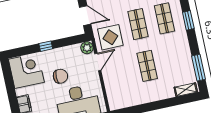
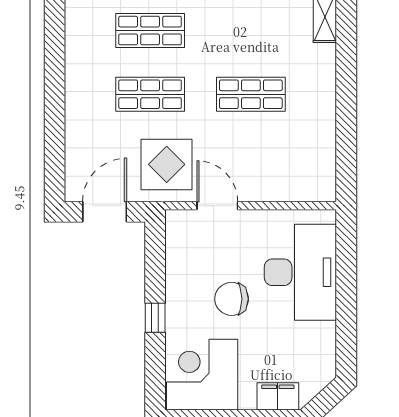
plant: (87, 48) -> (179, 224), removed
chair: (60, 76) -> (232, 299), turned -90

